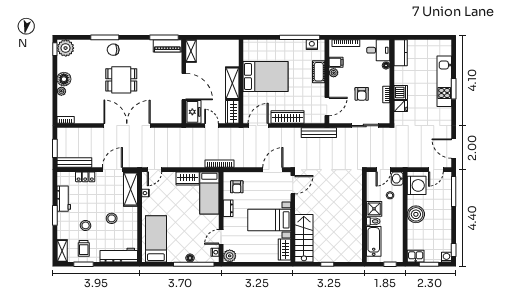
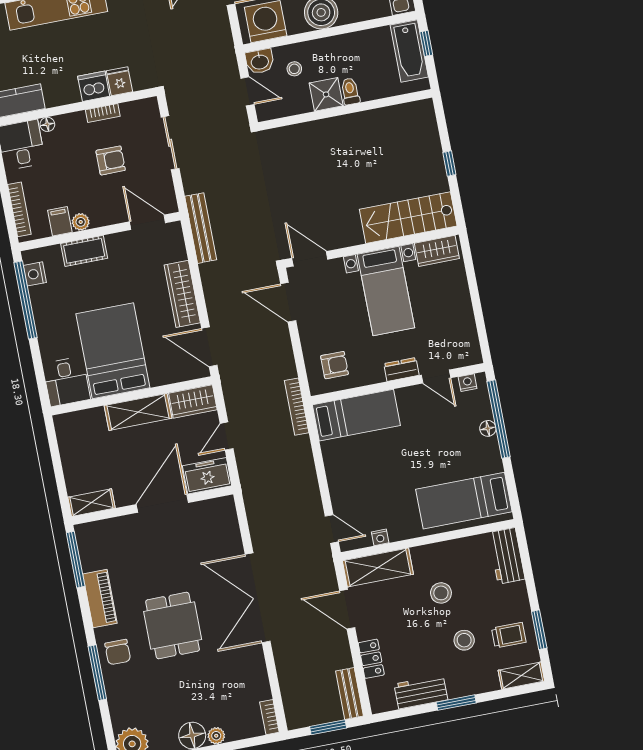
piano: (167, 46) -> (100, 599), moved
desk: (255, 50) -> (66, 382), added
bench: (74, 163) -> (350, 694), width x0.73
wardrobe: (188, 178) -> (337, 462), removed
dresser: (228, 208) -> (401, 369), moved
bathtub: (374, 241) -> (409, 51), moved, turned -90
workbench: (119, 255) -> (507, 556), width x0.73
plant: (230, 256) -> (469, 353), removed

